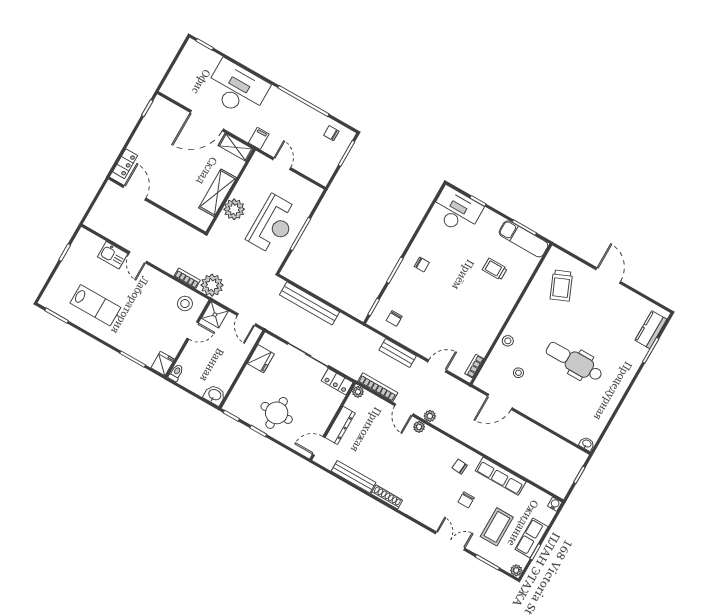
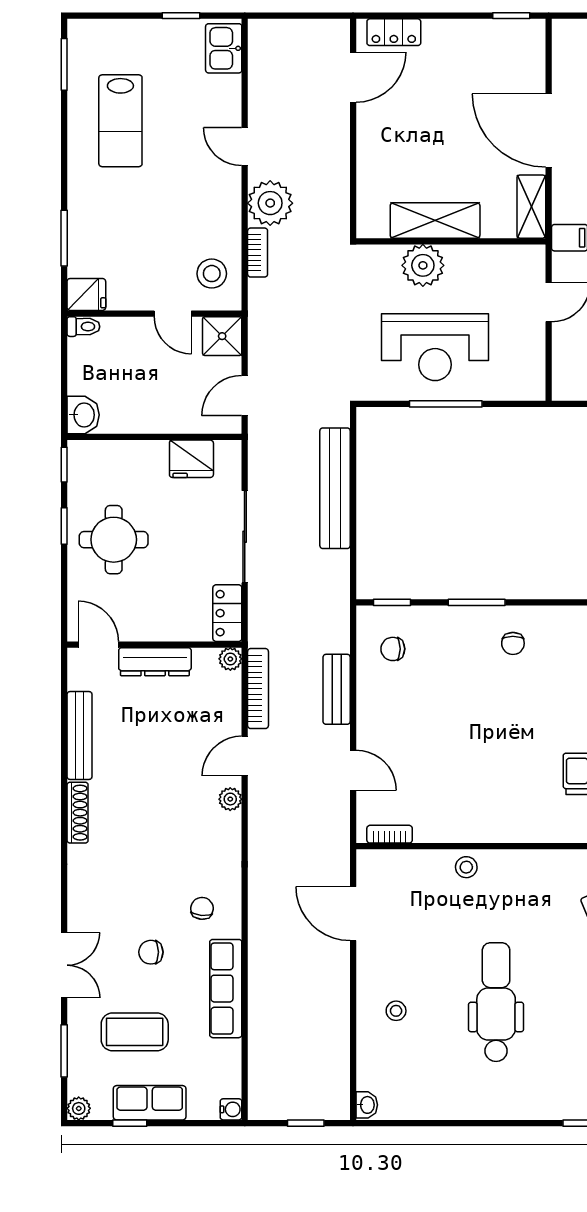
kitchen sink: (113, 255) -> (224, 48), moved
door: (138, 257) -> (245, 147), hinge flipped
plant: (212, 285) -> (270, 203), moved
stool: (518, 373) -> (396, 1011), moved
plant: (430, 416) -> (260, 807), removed

